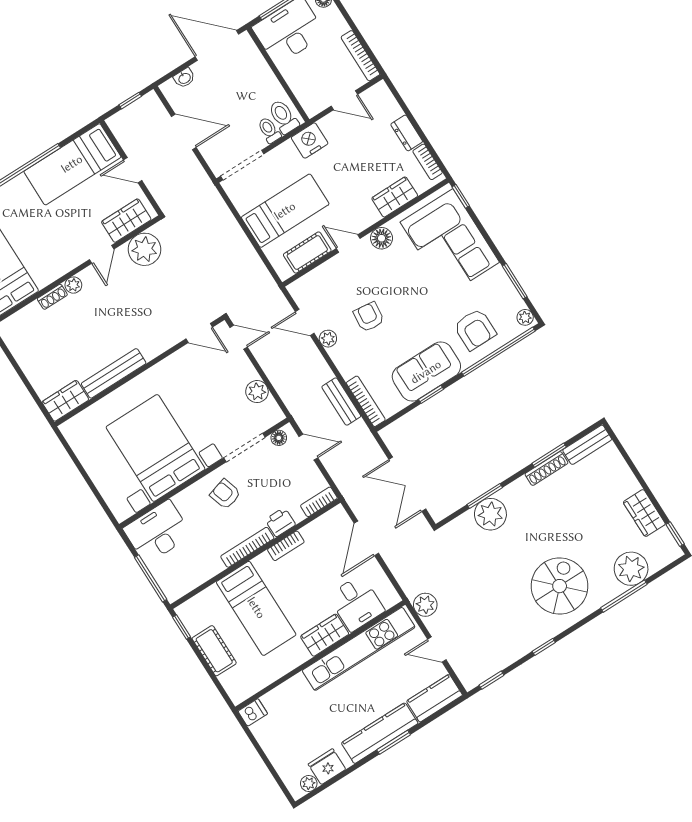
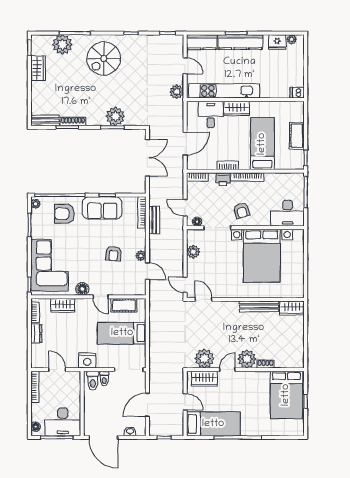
door: (184, 132) -> (147, 405), hinge flipped
plant: (73, 285) -> (247, 359), width x1.87, depth x1.87
armchair: (475, 329) -> (64, 214), turned -90

